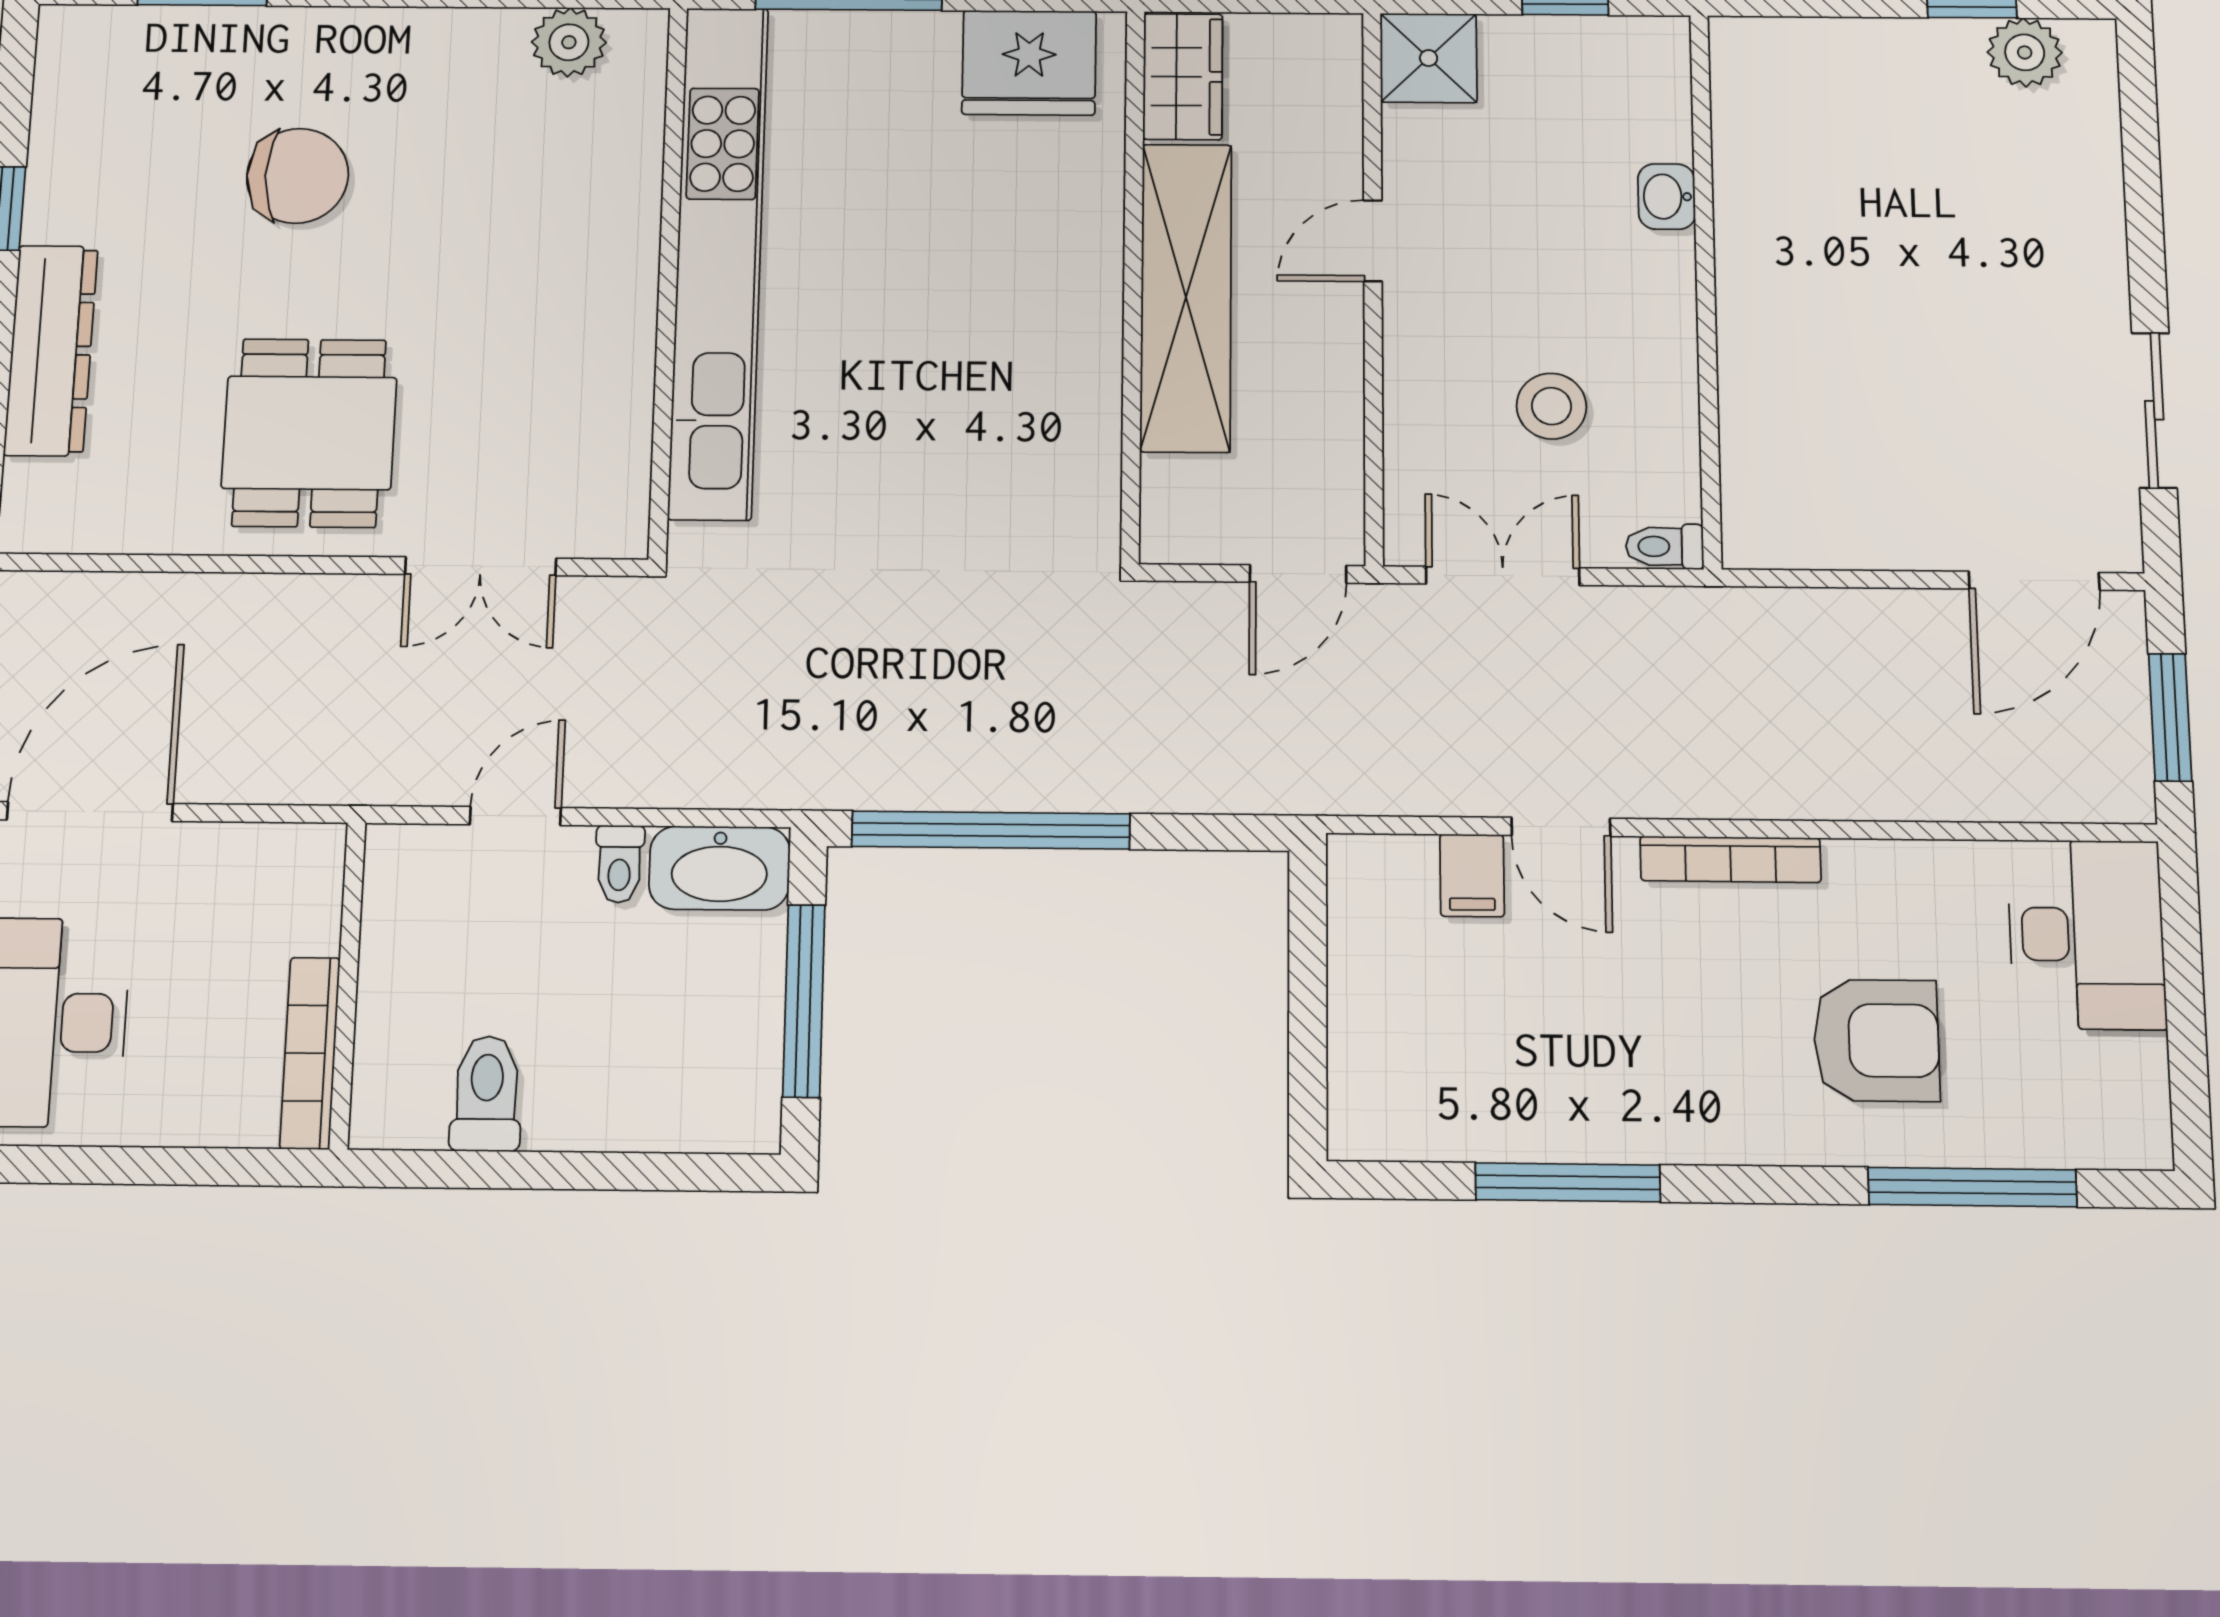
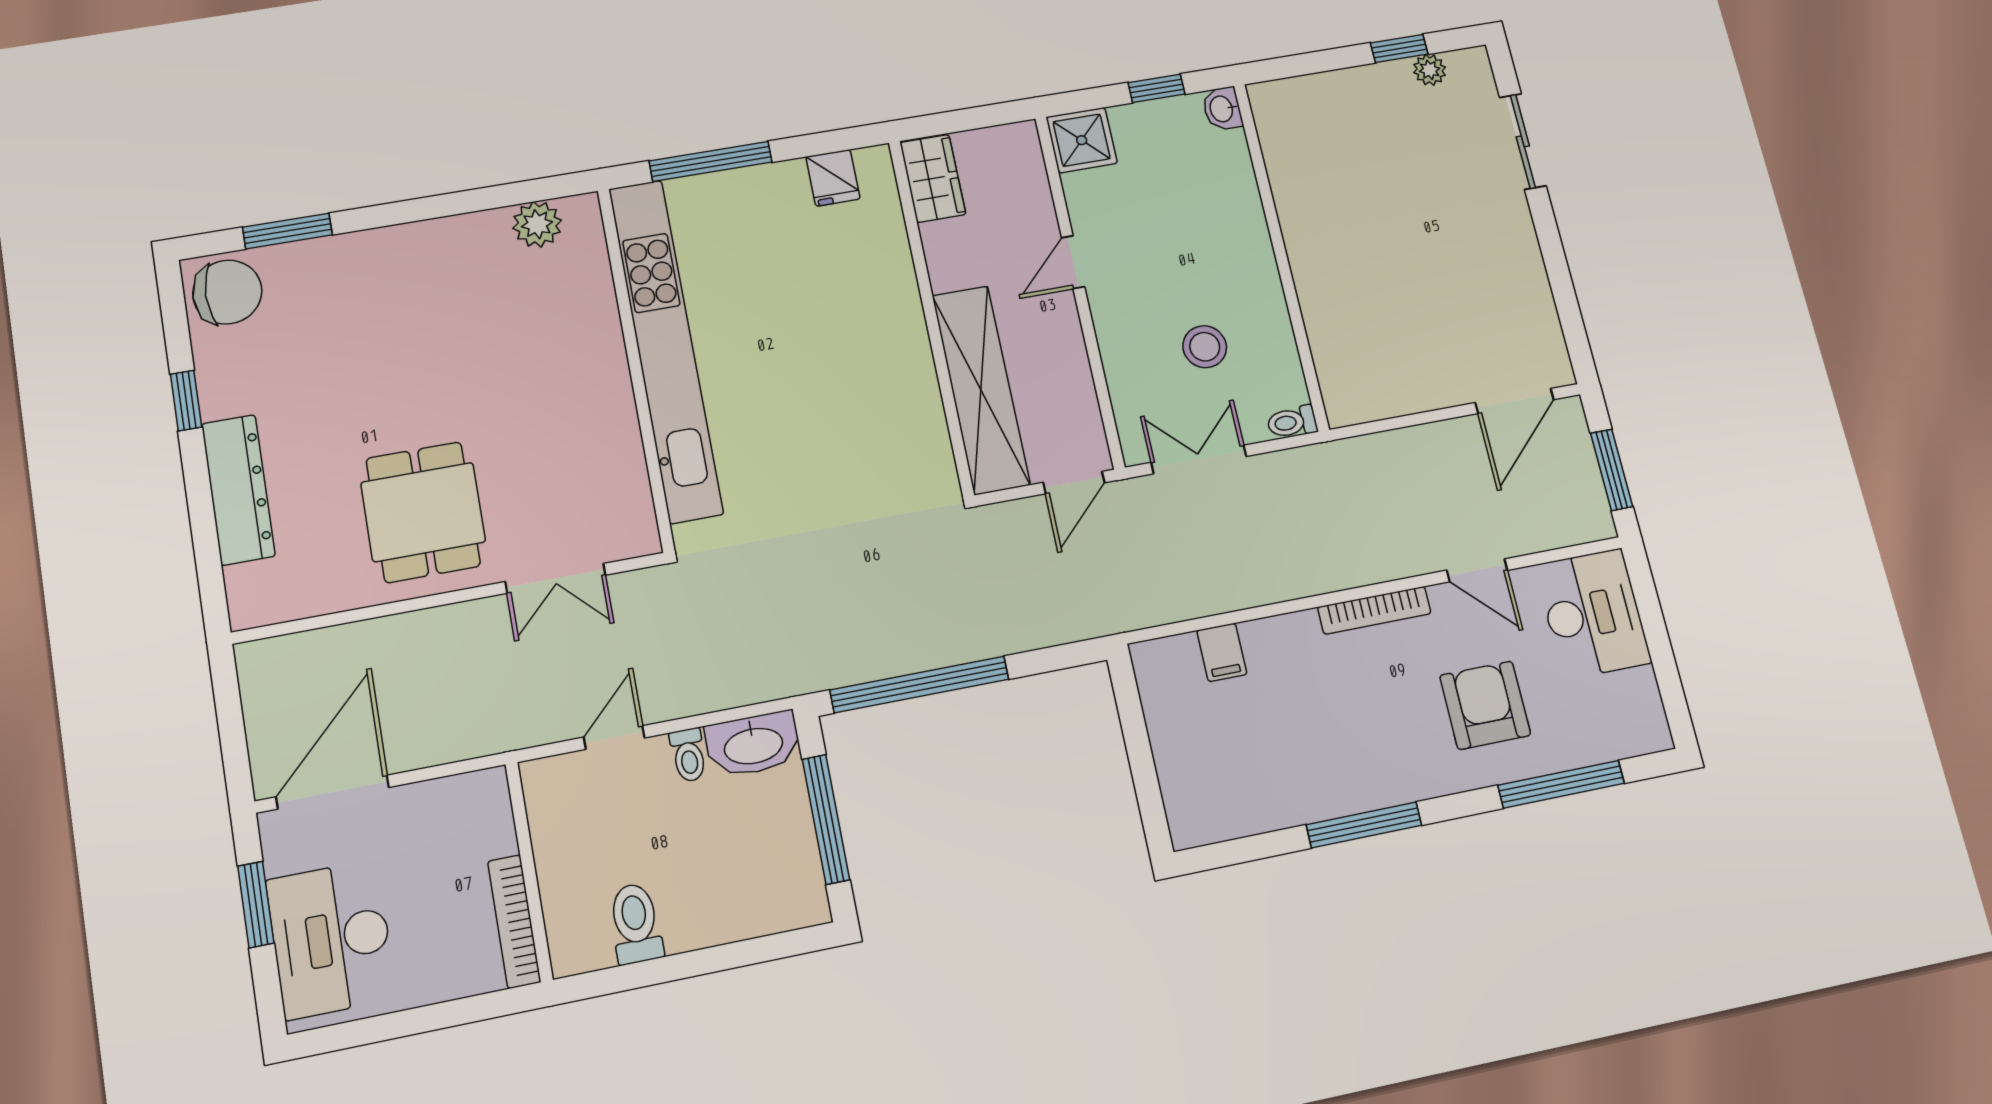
plant: (2025, 52) -> (1430, 70), width x0.73, depth x0.73
fridge: (1029, 63) -> (833, 178), width x0.53, depth x0.75
chair: (298, 176) -> (227, 292), moved
washbasin: (1667, 197) -> (1222, 109), moved
shelving: (1186, 297) -> (981, 390), moved
sliding door: (2154, 410) -> (1523, 141), moved
door: (1561, 827) -> (1477, 570), moved
armchair: (1876, 1040) -> (1485, 705), turned -90
window: (1568, 1182) -> (1364, 825), moved

